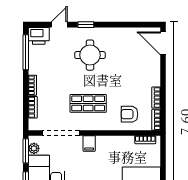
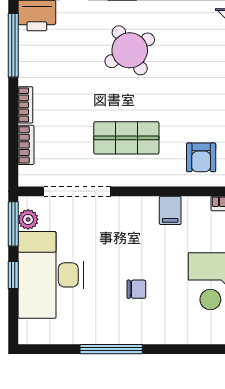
round table: (90, 55) -> (130, 50), turned -31
armchair: (129, 114) -> (201, 157), turned -90
filing cabinet: (89, 143) -> (170, 210), moved

